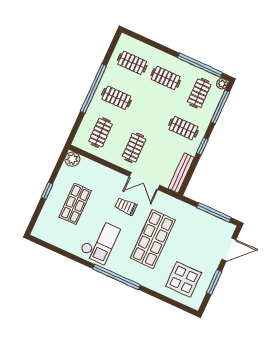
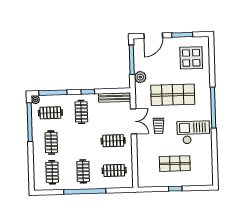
plant: (72, 159) -> (140, 77), moved
door: (229, 249) -> (153, 36), swing flipped

